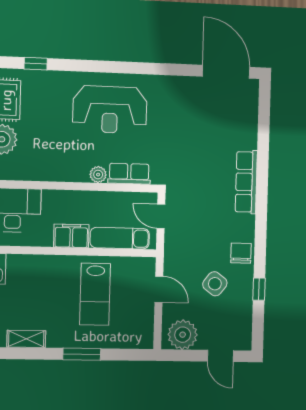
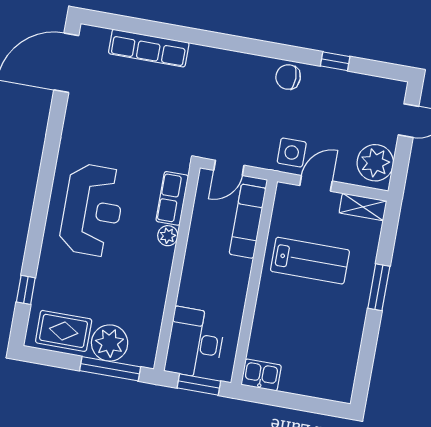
row of seats: (246, 182) -> (149, 48), moved
filing cabinet: (71, 236) -> (236, 278), removed
side table: (215, 284) -> (292, 152), moved, turned -37
shelving: (26, 339) -> (363, 207), moved, turned 90

